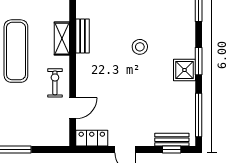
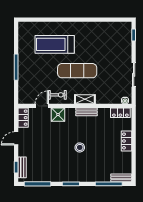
shower: (184, 70) -> (58, 115), moved
door: (73, 108) -> (42, 106), swing flipped

